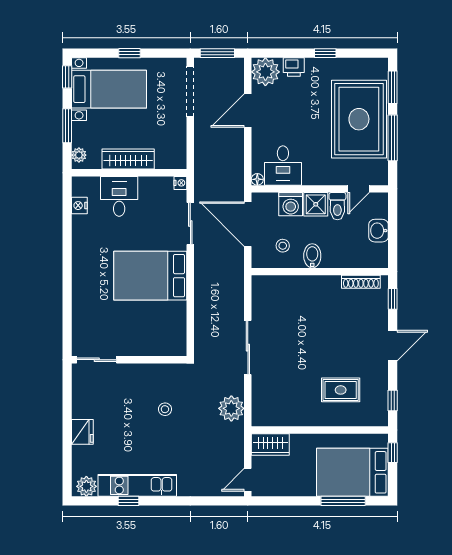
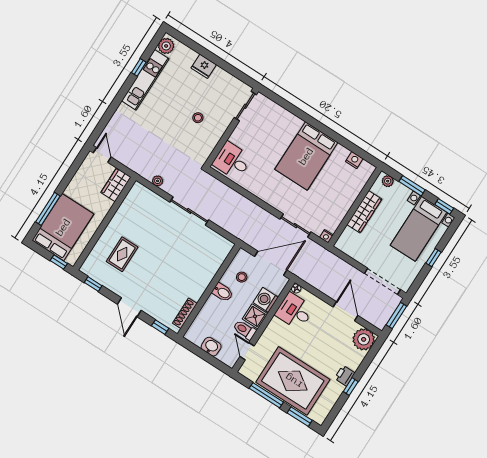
printer: (294, 67) -> (345, 376), moved
desk: (119, 196) -> (232, 161), moved, turned 180
bed: (150, 276) -> (306, 156), moved, turned 180
plant: (231, 408) -> (158, 181), width x0.53, depth x0.53
stool: (165, 409) -> (198, 118), moved

